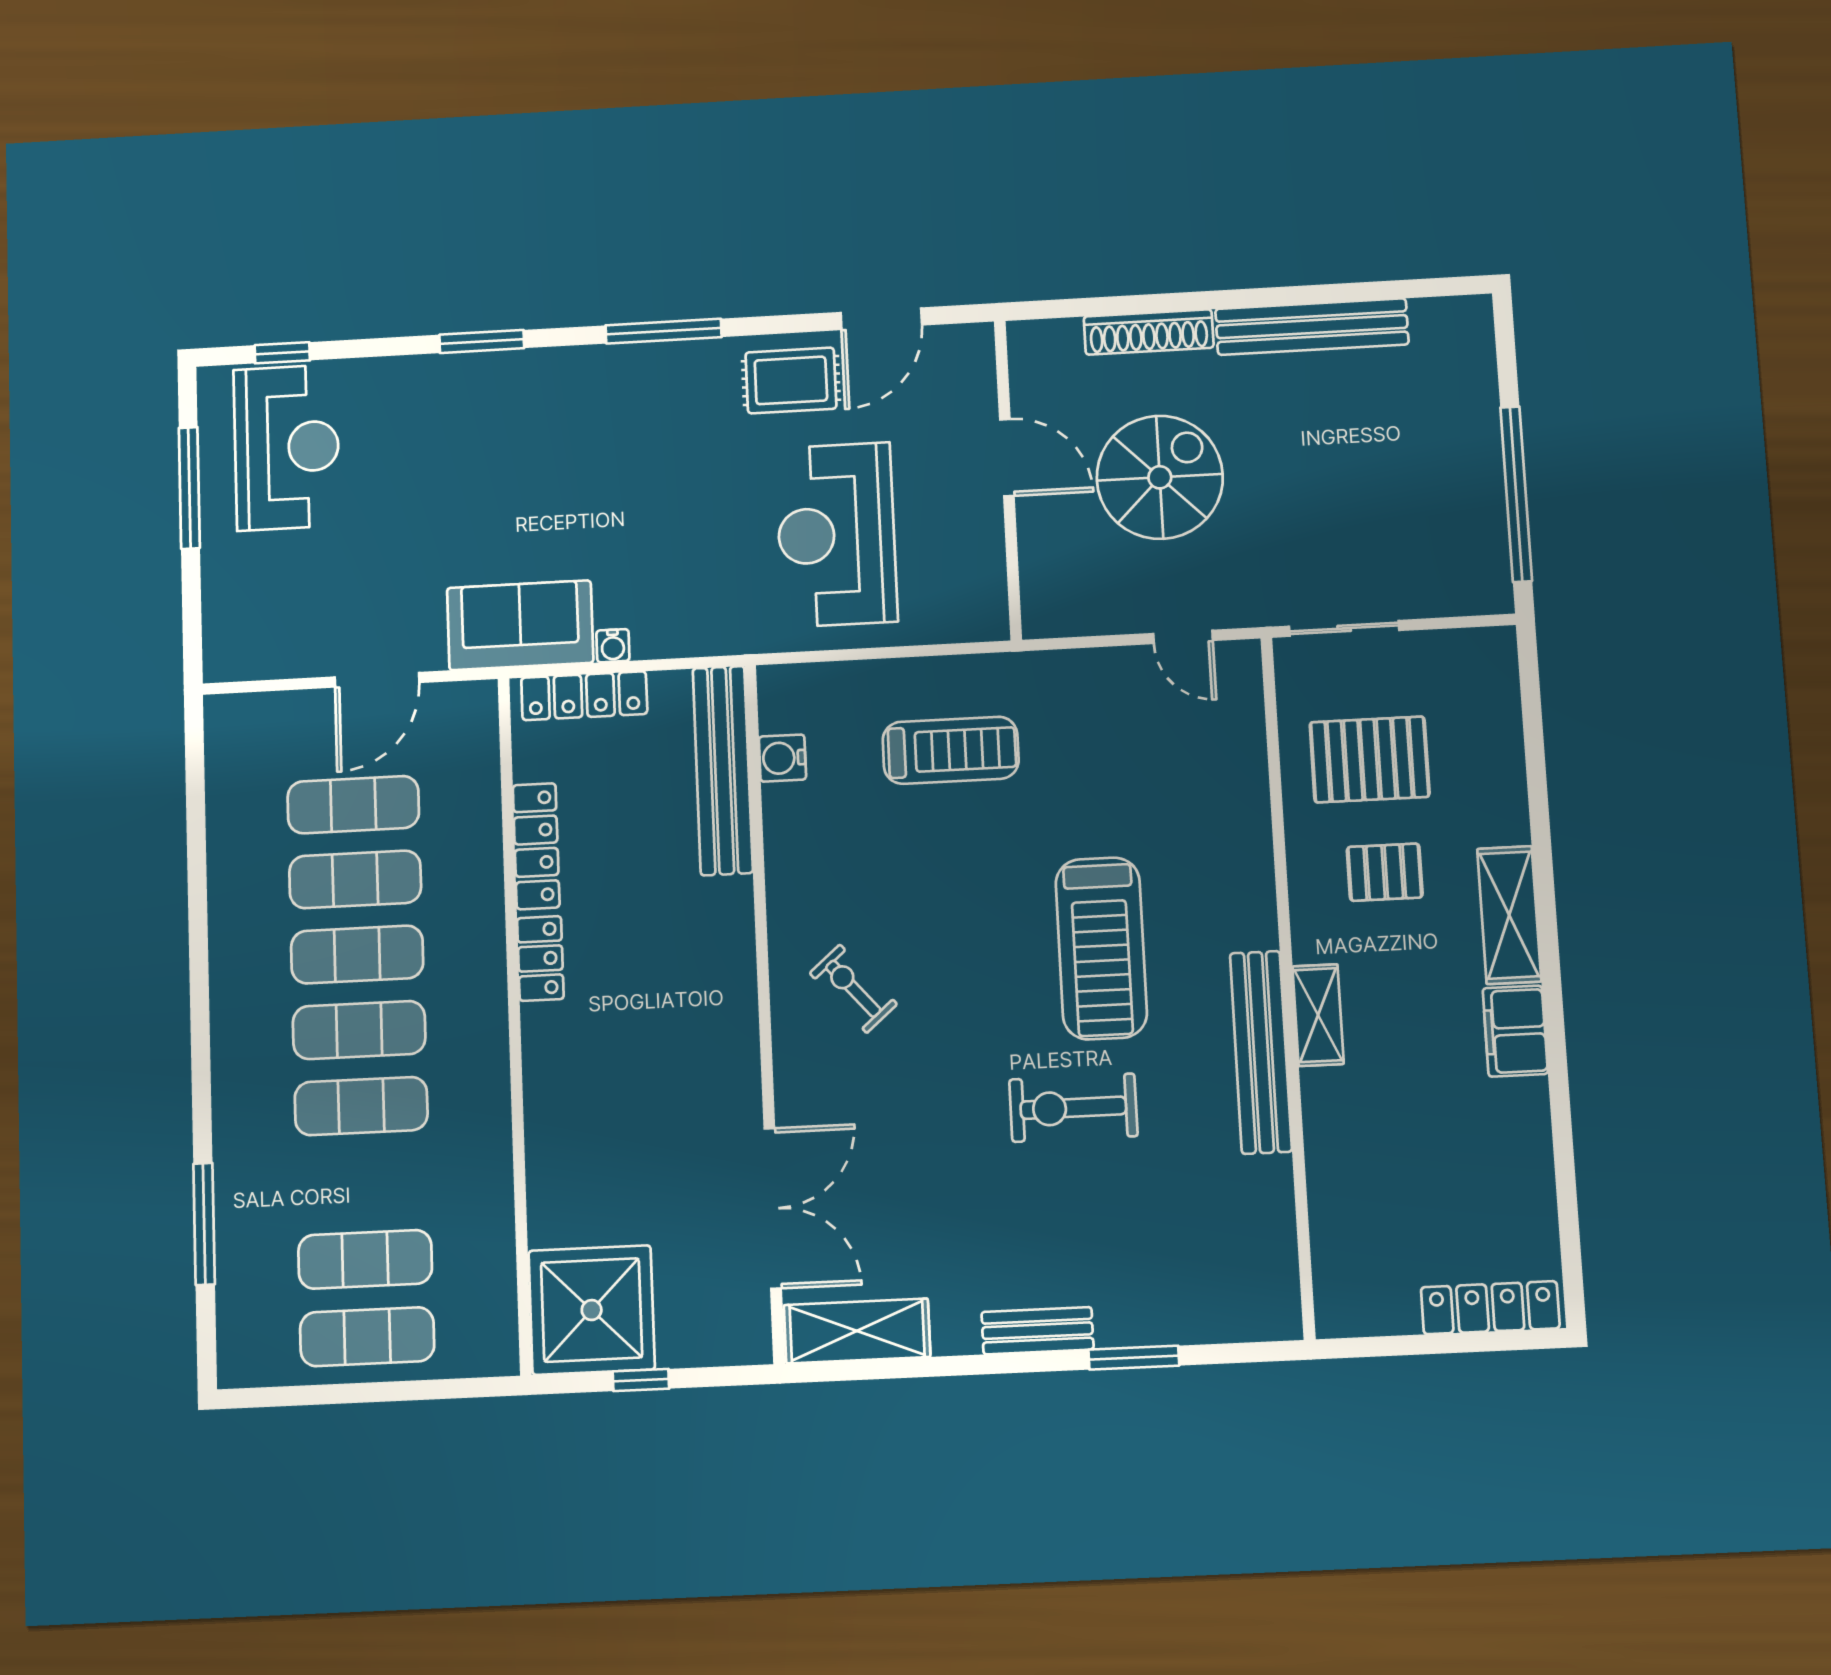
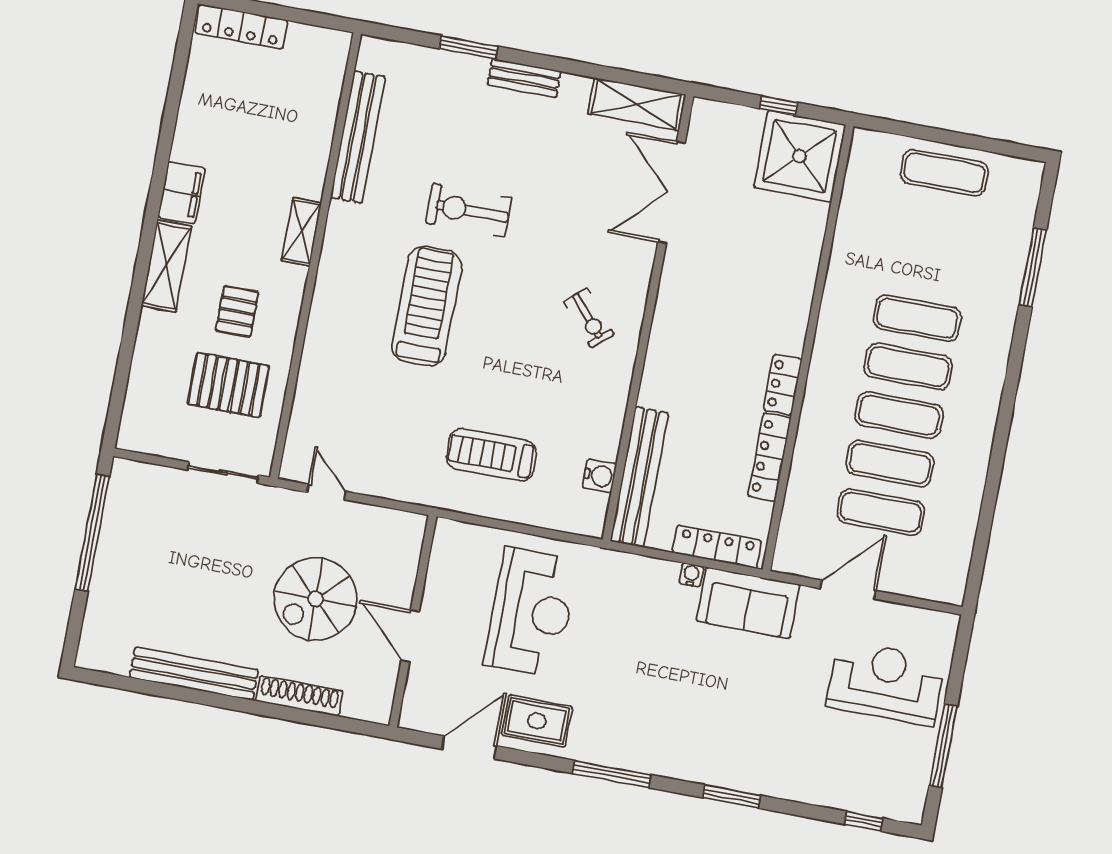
reception desk: (287, 447) -> (886, 683), moved, turned 90
pallet: (1385, 872) -> (237, 311), turned 90
bench: (1261, 1052) -> (358, 137), moved
exercise bike: (1073, 1108) -> (468, 210), turned 180
exercise mat: (365, 1259) -> (935, 221), removed

